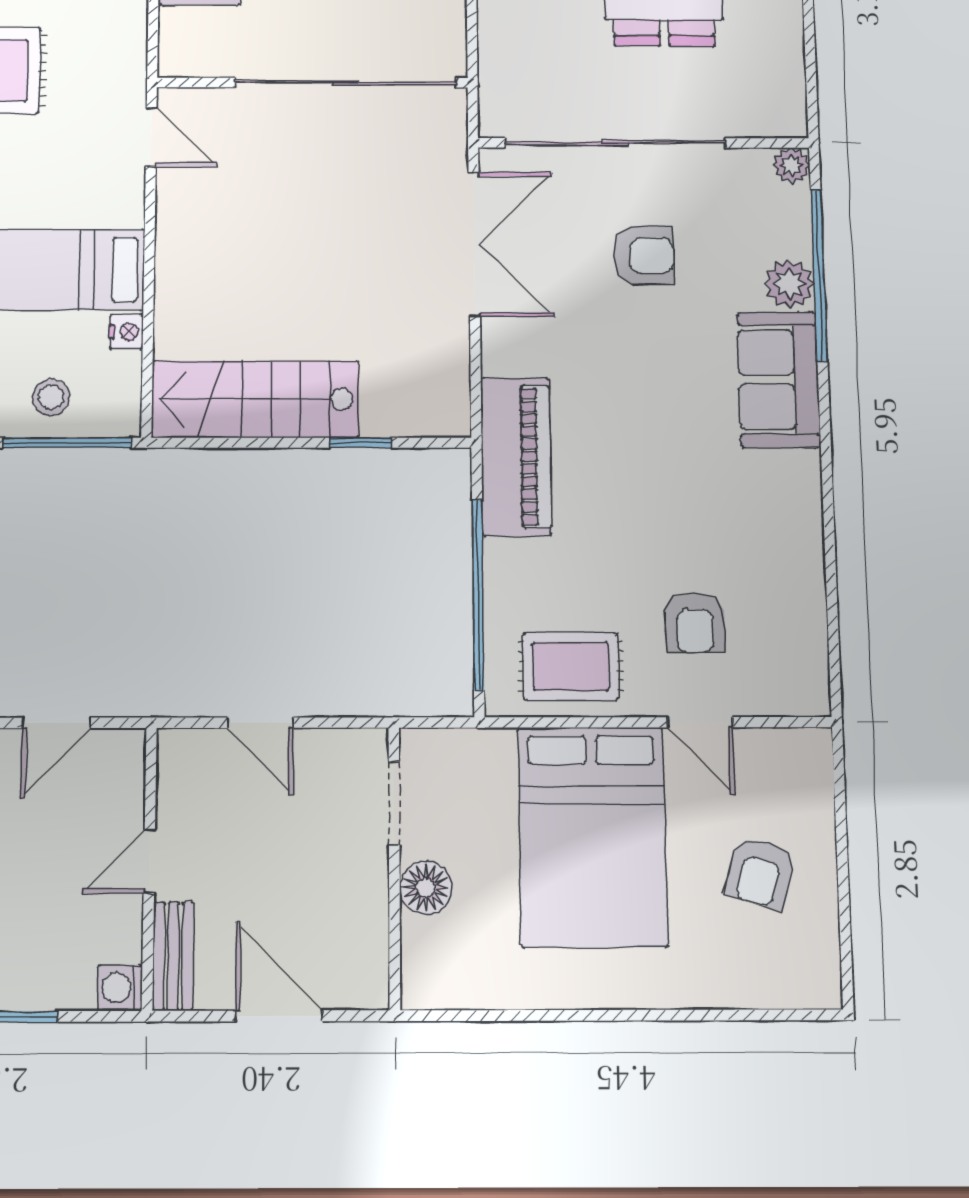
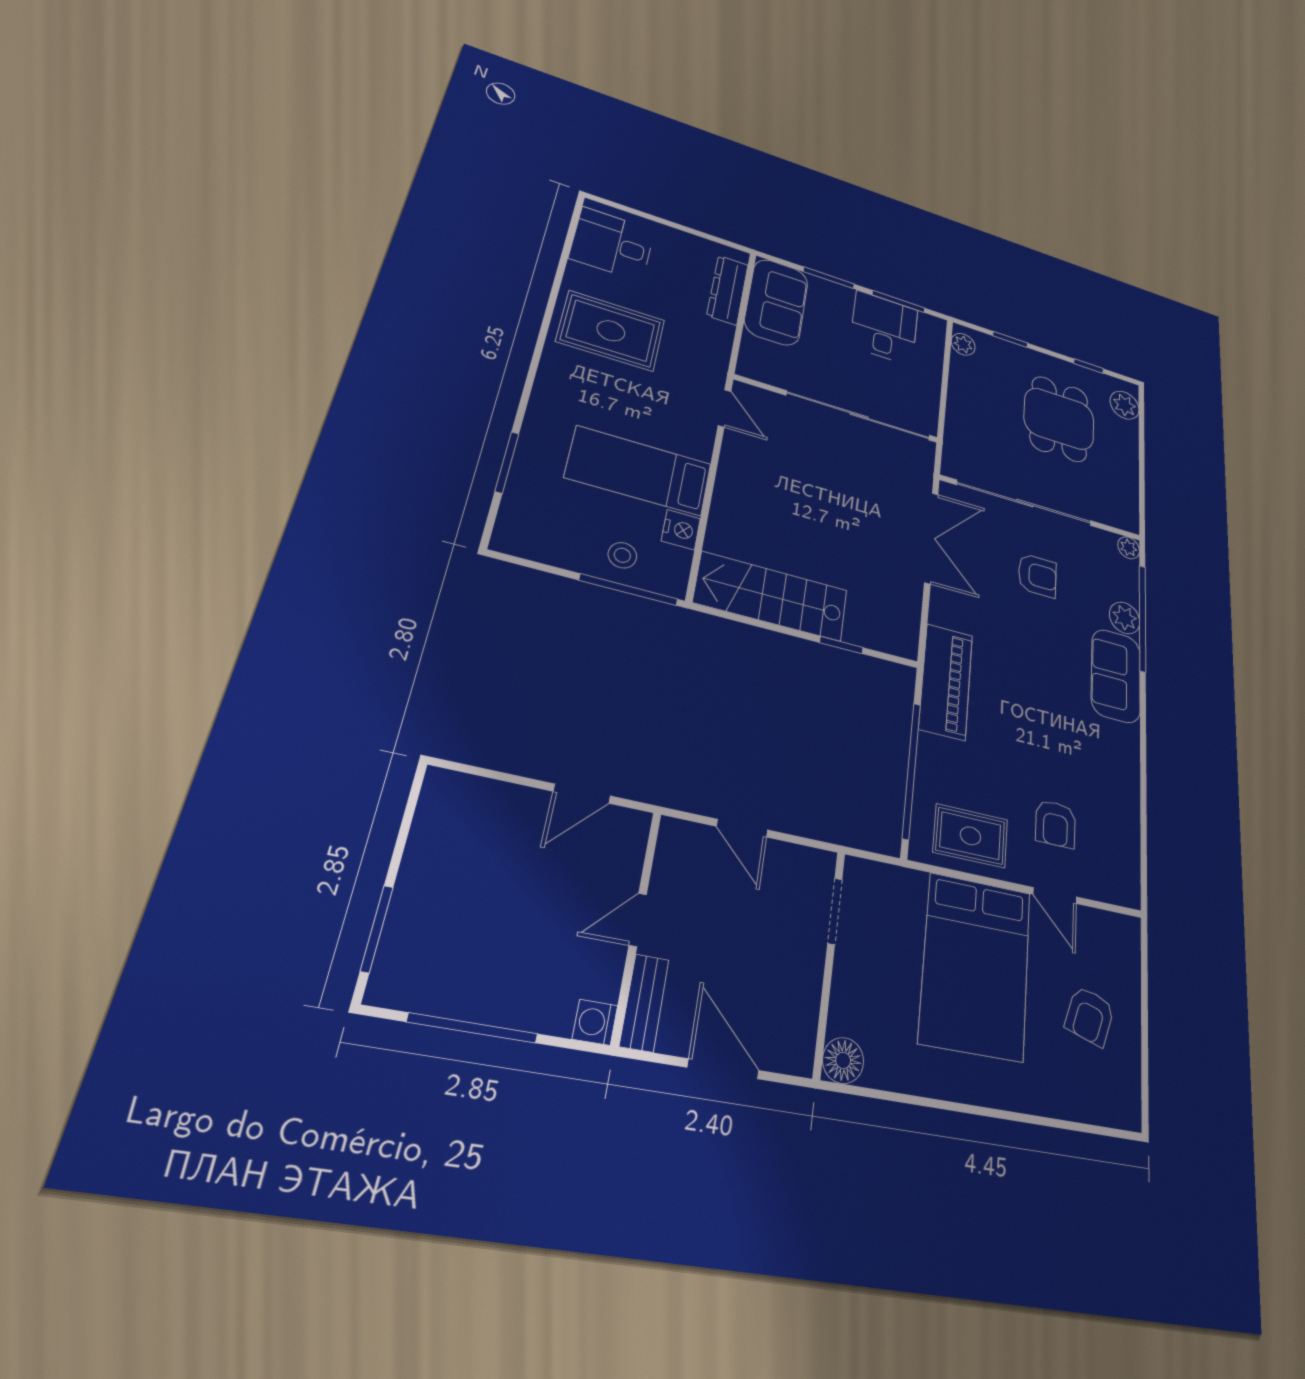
nightstand: (126, 332) -> (681, 530), width x1.39, depth x1.35
floor lamp: (426, 888) -> (843, 1060), moved

